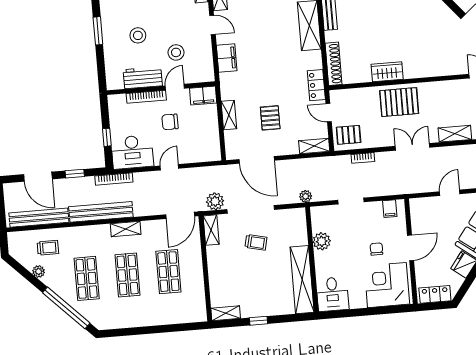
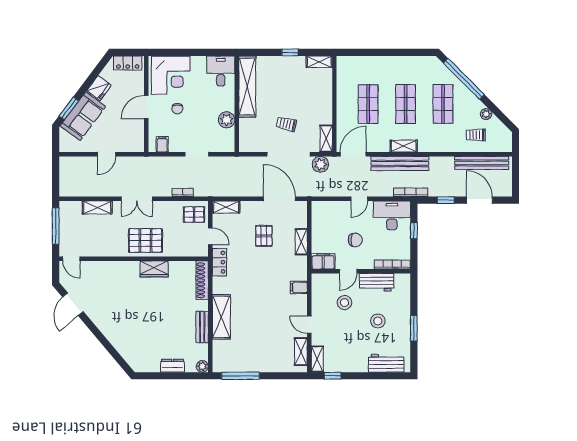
filing cabinet: (227, 58) -> (299, 287), width x0.50
bookcase: (146, 97) -> (392, 265), moved
plant: (306, 196) -> (238, 162), removed
bench: (101, 212) -> (400, 163), moved

